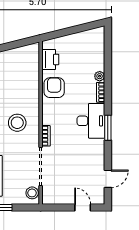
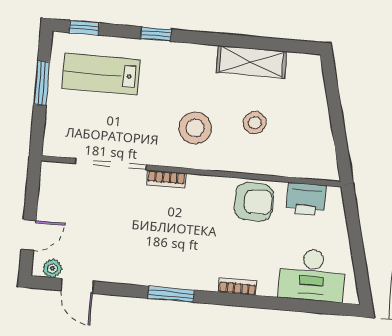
plant: (100, 76) -> (52, 268), moved
desk: (91, 121) -> (312, 275), moved
stool: (32, 193) -> (255, 123), moved

